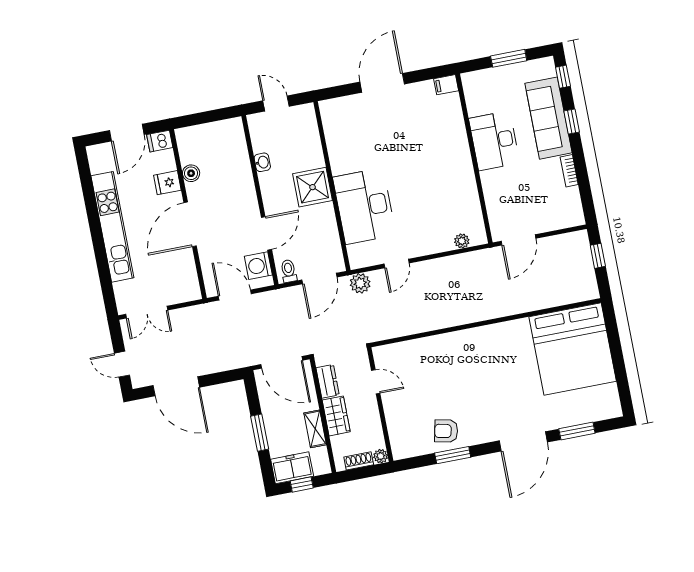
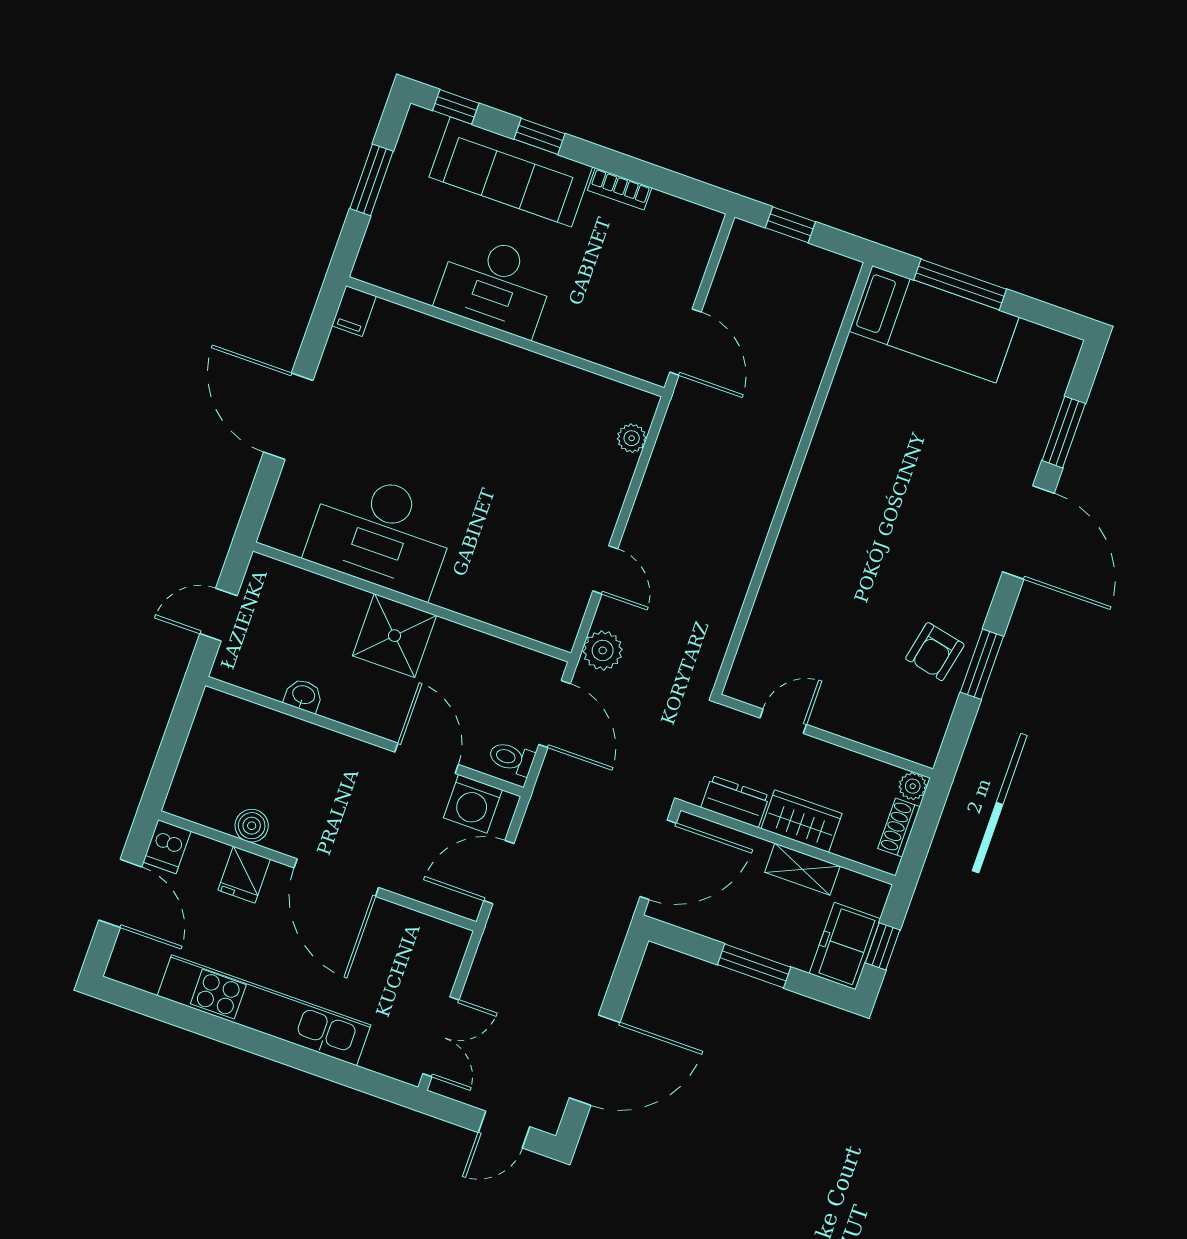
desk: (364, 206) -> (381, 533), moved
window: (615, 347) -> (960, 285), added
bed: (573, 349) -> (934, 324), width x0.49

